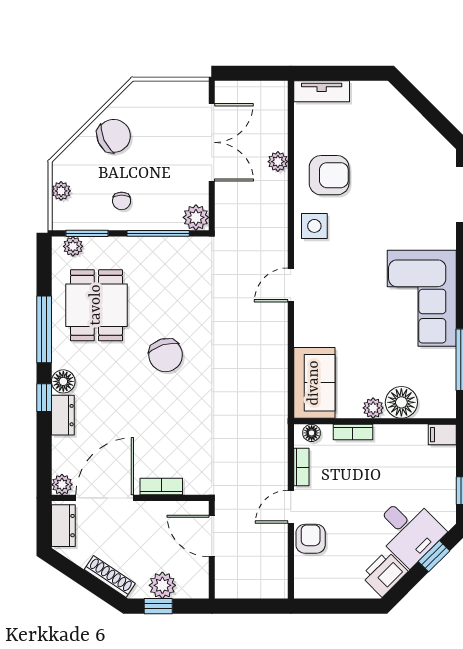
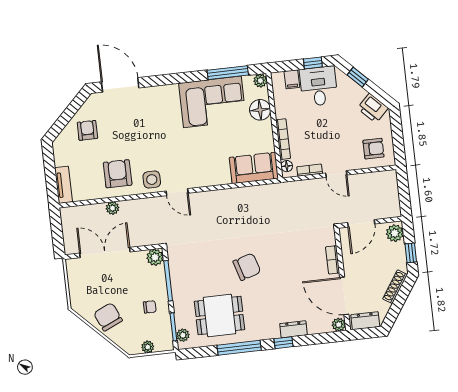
armchair: (400, 137) -> (87, 130), added
door: (291, 285) -> (177, 192), moved
corner sofa: (422, 298) -> (212, 102), moved
floor lamp: (63, 381) -> (272, 331), removed
plant: (373, 408) -> (260, 81), moved
bookcase: (353, 432) -> (283, 139), width x1.56
filing cabinet: (442, 435) -> (292, 79), moved
desk: (408, 530) -> (319, 86), moved, turned -45
armchair: (311, 539) -> (373, 149), moved, turned 180
plant: (162, 585) -> (395, 233), moved

